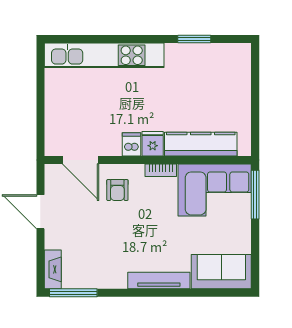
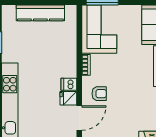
fridge: (153, 144) -> (68, 98), moved
kitchen counter: (201, 144) -> (40, 13), moved, turned -90

